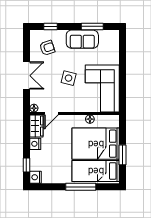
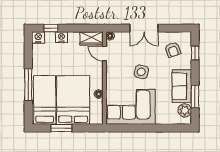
plant: (106, 36) -> (185, 110), added
nightstand: (35, 144) -> (61, 37), moved

